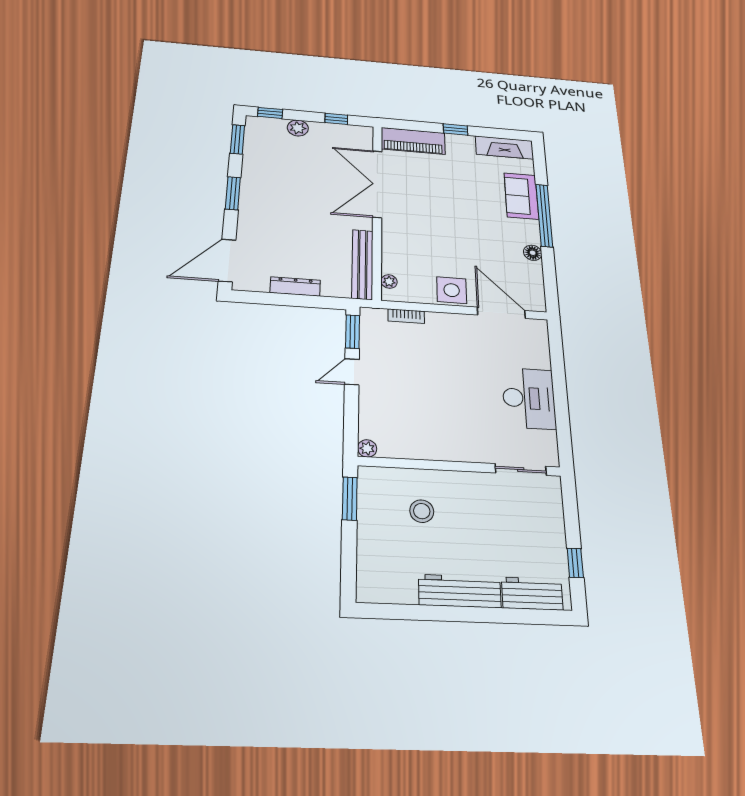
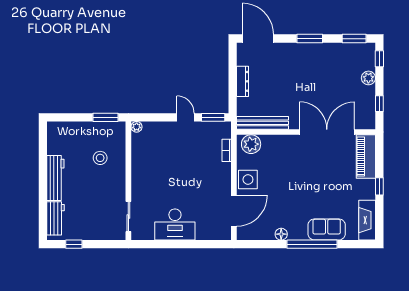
plant: (389, 282) -> (251, 144), width x1.87, depth x1.87

